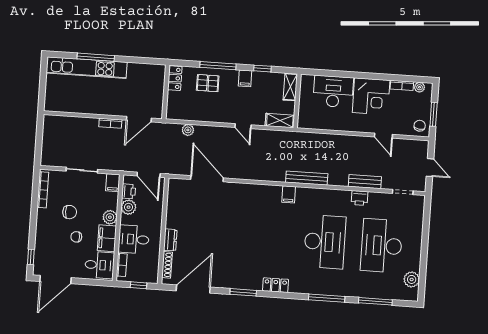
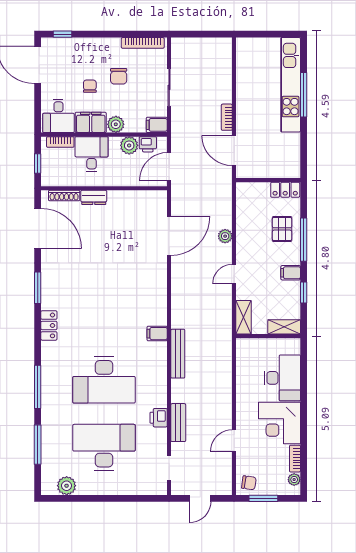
plant: (188, 130) -> (225, 236), moved

